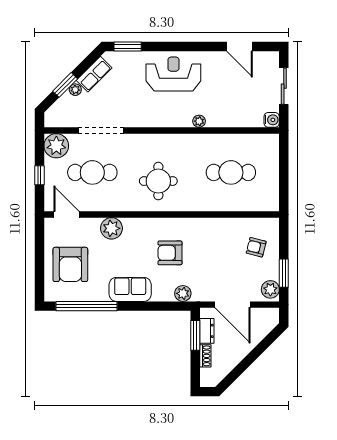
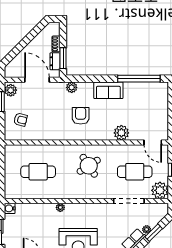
round table: (158, 181) -> (89, 166), turned -33
armchair: (170, 253) -> (81, 116), turned -90
armchair: (70, 264) -> (150, 108), removed

